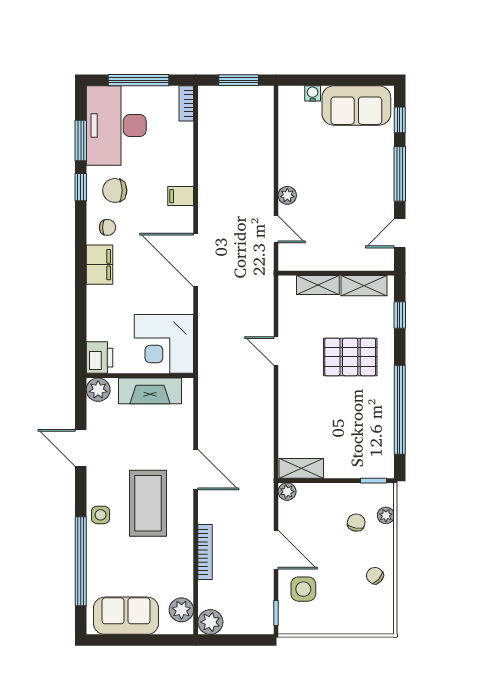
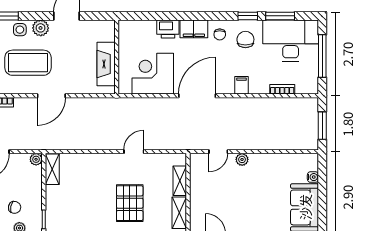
bookcase: (186, 103) -> (282, 89), moved
corner desk: (164, 344) -> (153, 74), moved
printer: (99, 358) -> (168, 29), moved
plant: (98, 390) -> (41, 28), moved

